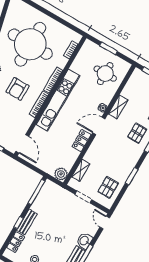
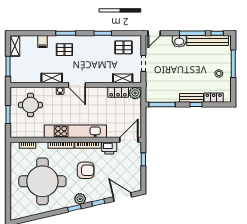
printer: (25, 122) -> (109, 148), added
locker: (81, 141) -> (118, 92), moved

